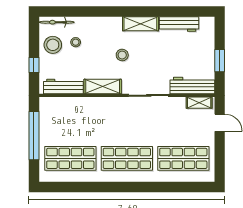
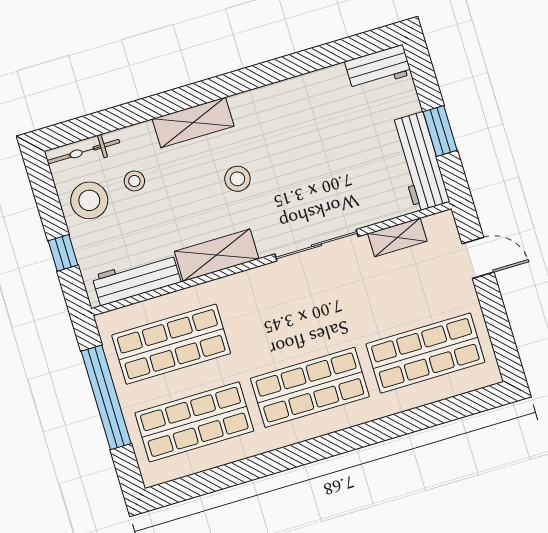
shelving: (140, 24) -> (193, 122), moved
workbench: (179, 24) -> (378, 68), moved, width x0.73
workbench: (192, 86) -> (419, 162), moved, turned -90
shelving: (199, 103) -> (397, 237), moved
shop shelf: (70, 120) -> (171, 344), added

